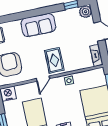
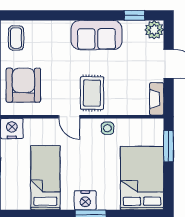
sofa: (38, 25) -> (96, 35), moved
door: (43, 79) -> (69, 117), hinge flipped

